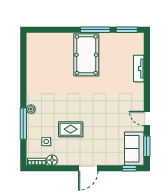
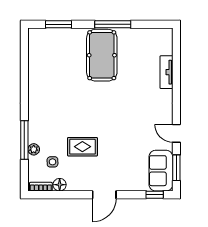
window: (127, 30) -> (58, 24), moved
plant: (31, 109) -> (34, 149), moved

